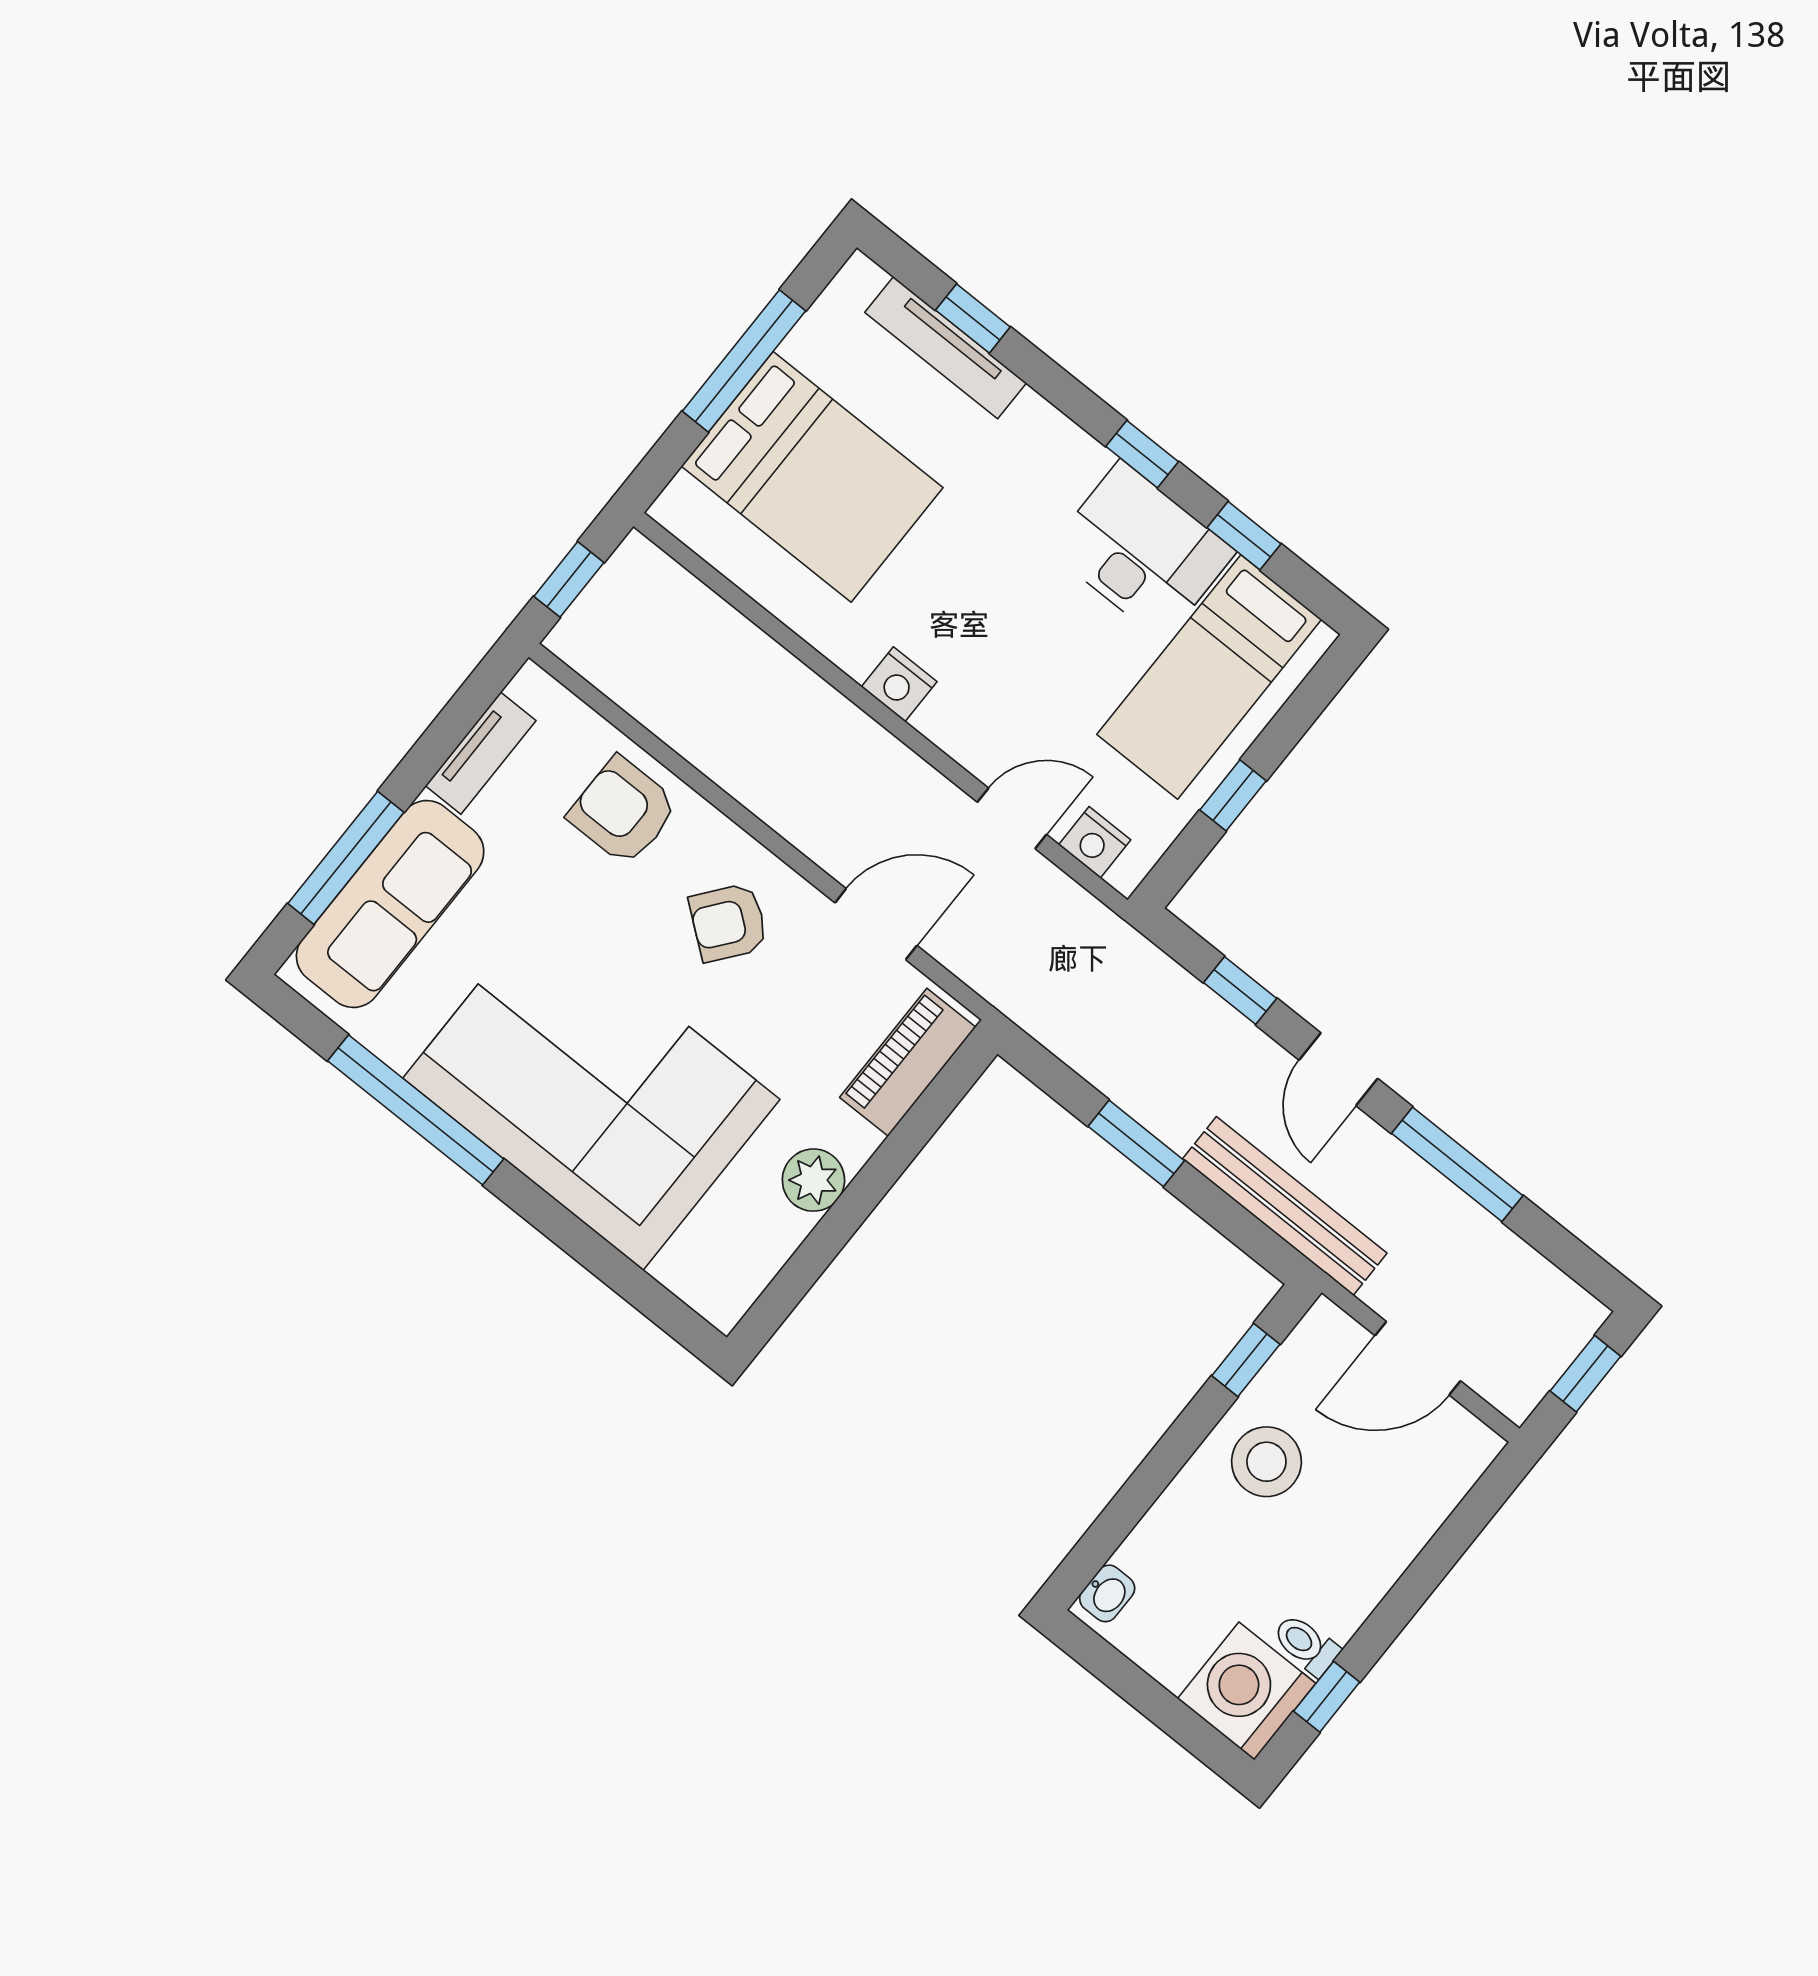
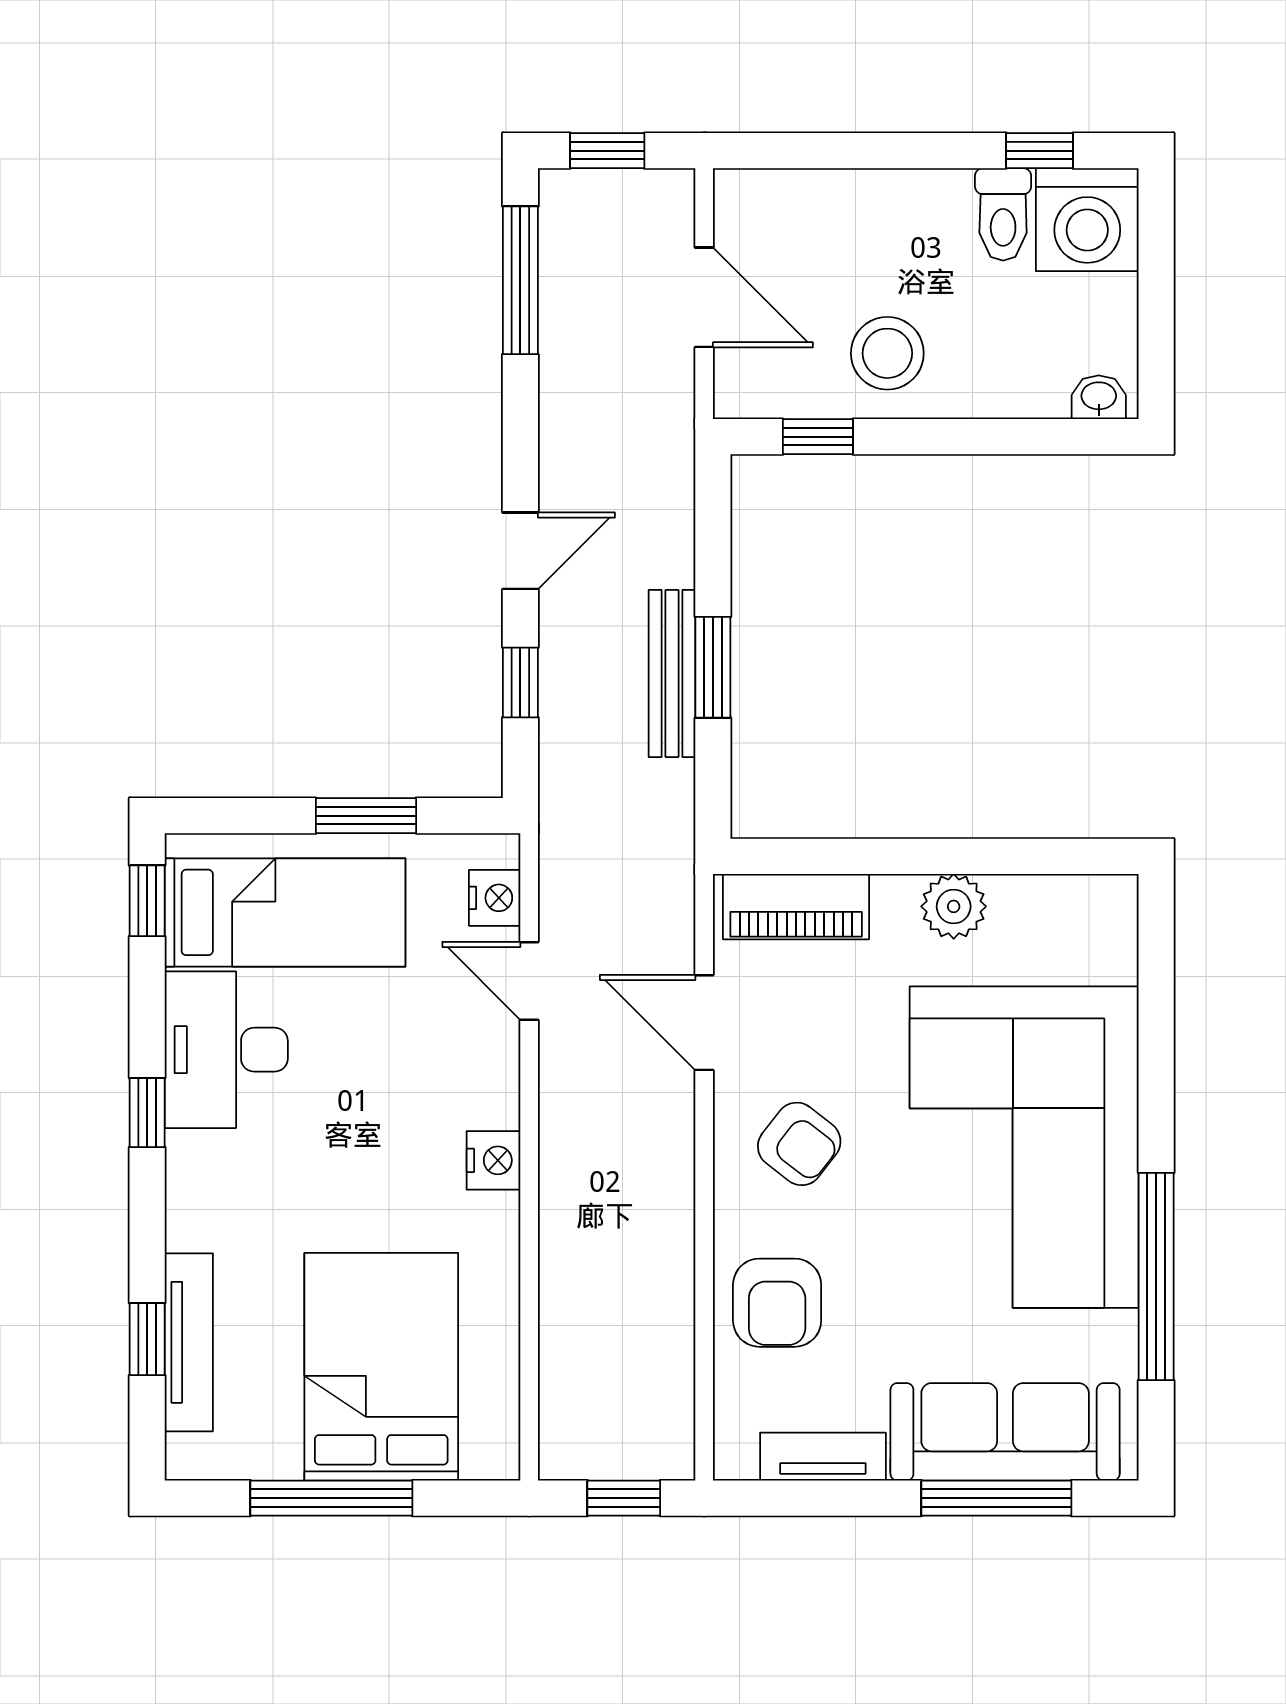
window: (1244, 536) -> (147, 901), moved
window: (1233, 795) -> (366, 816), width x1.50
window: (1457, 1164) -> (520, 280), moved
bench: (1285, 1206) -> (672, 674), moved, width x0.73, depth x0.82
toilet: (1306, 1645) -> (1003, 214), width x1.37, depth x1.39

